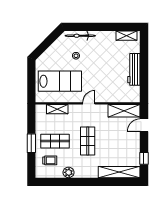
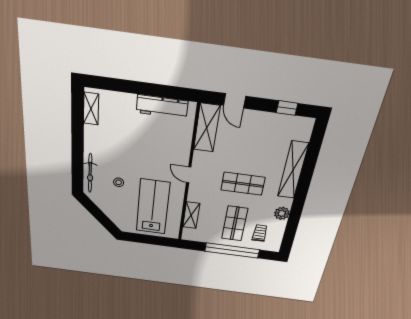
workbench: (134, 69) -> (162, 107), moved
window: (31, 143) -> (232, 250), width x2.11
shelving: (119, 172) -> (293, 170), moved

